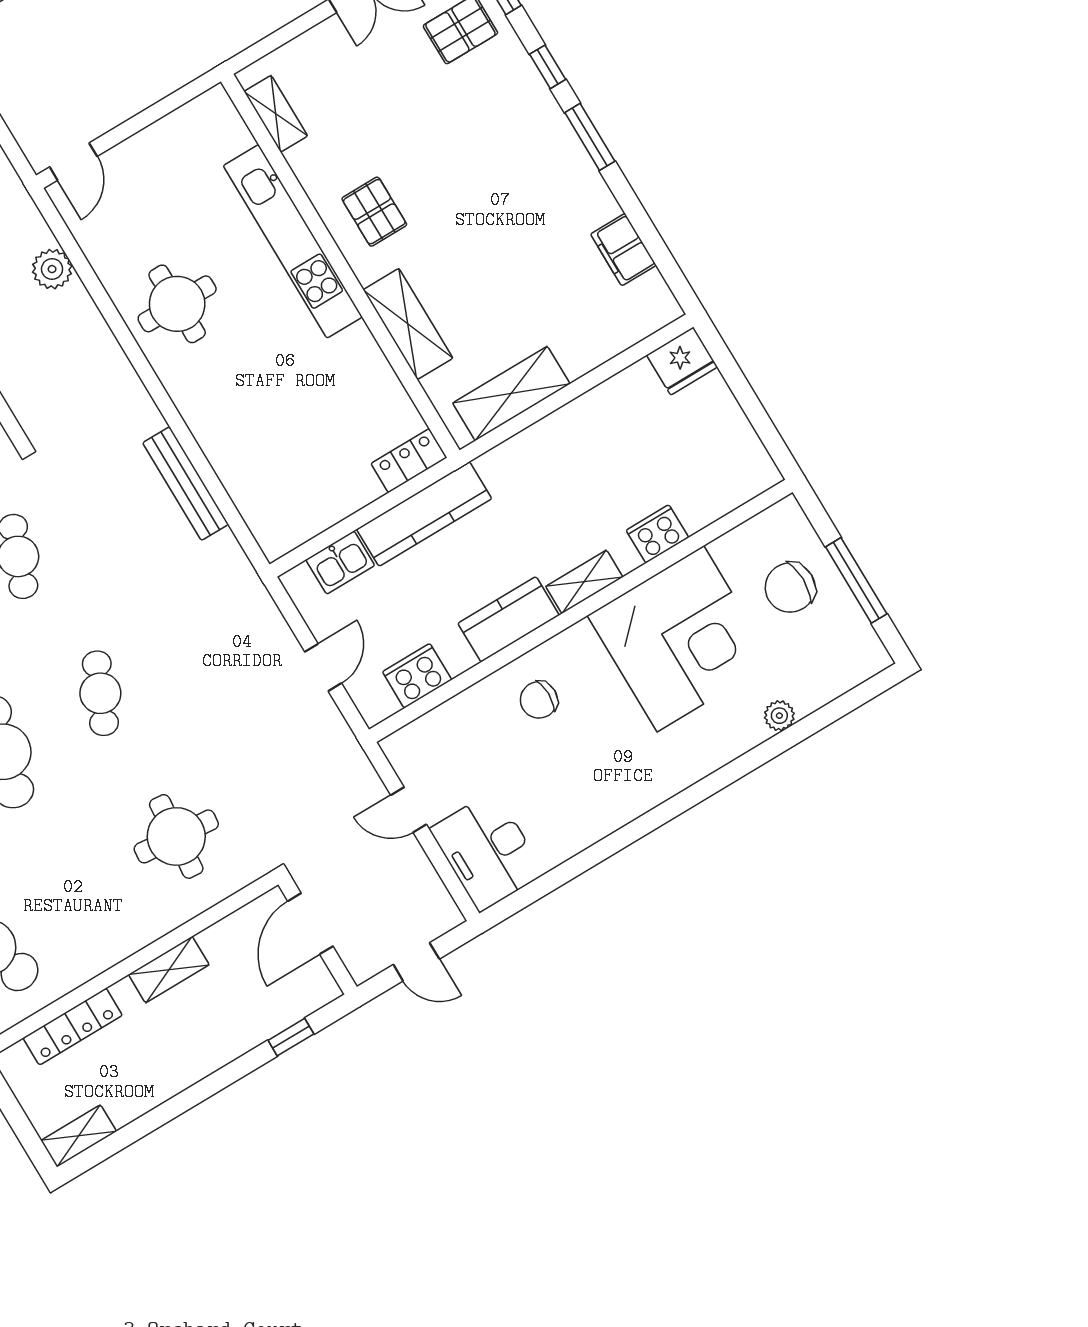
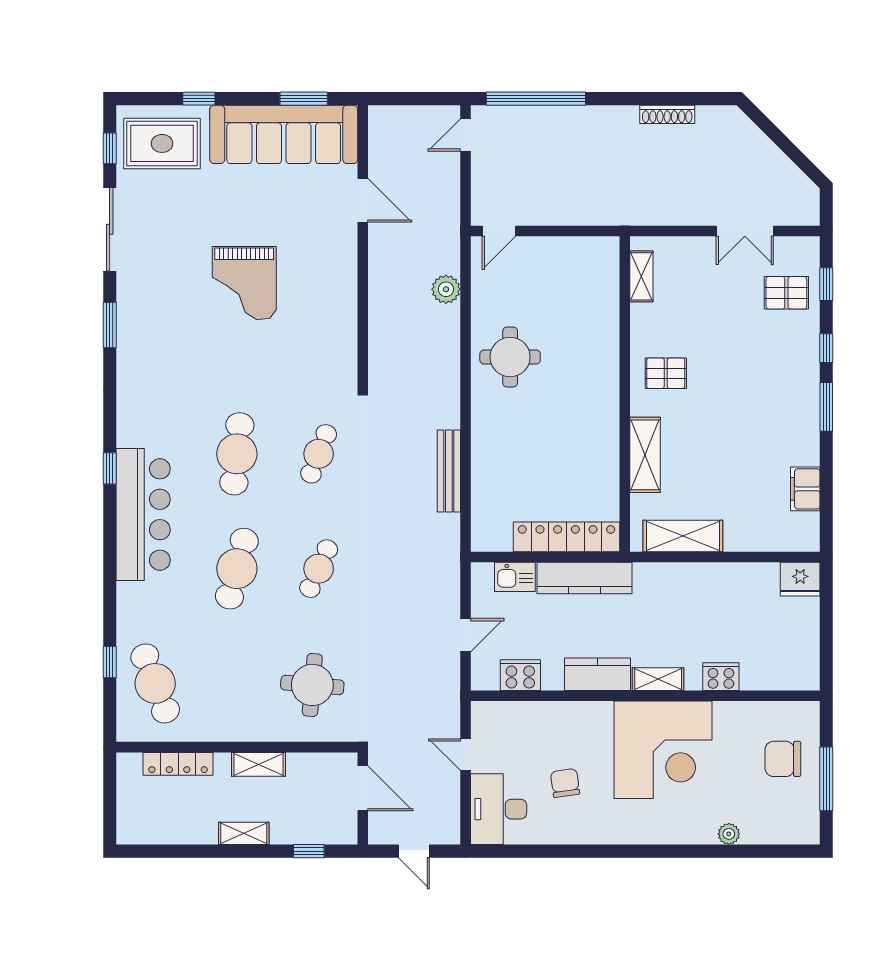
pallet: (374, 212) -> (666, 373), turned 90
kitchen unit: (293, 241) -> (605, 361), removed
locker: (409, 461) -> (566, 537), width x2.16, depth x1.21
corner desk: (680, 639) -> (663, 750), moved
chair: (539, 700) -> (565, 783), moved, turned 82
door: (310, 924) -> (363, 788), swing flipped
shelving: (79, 1136) -> (244, 833), moved

